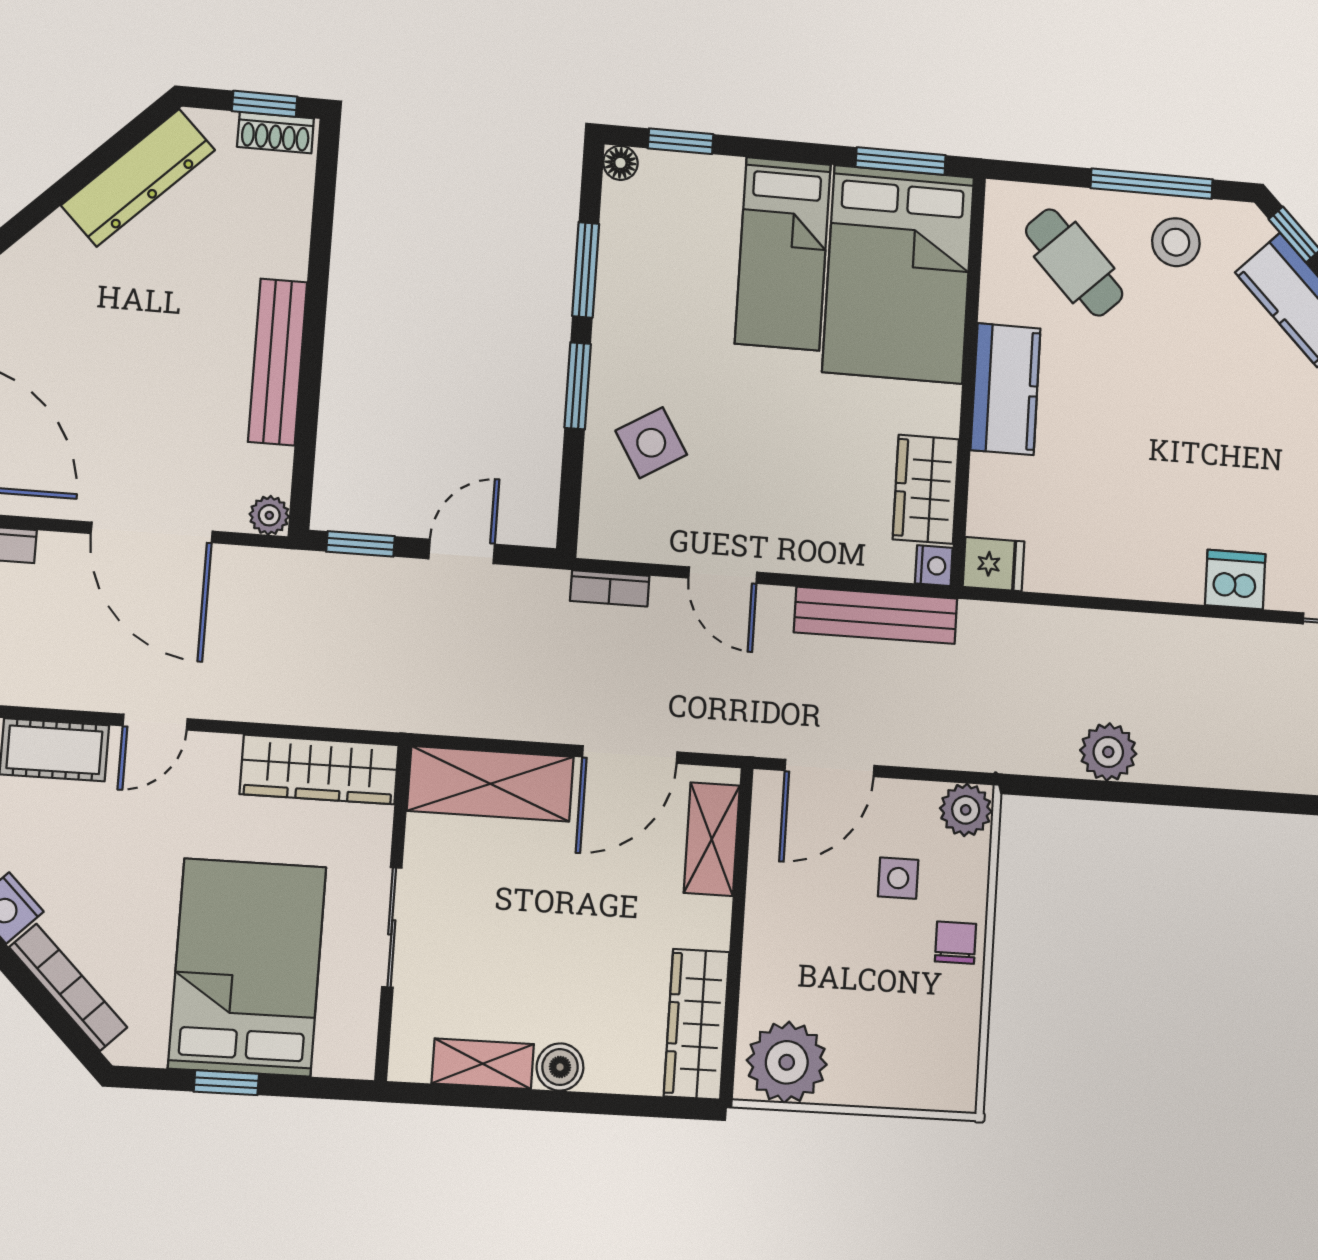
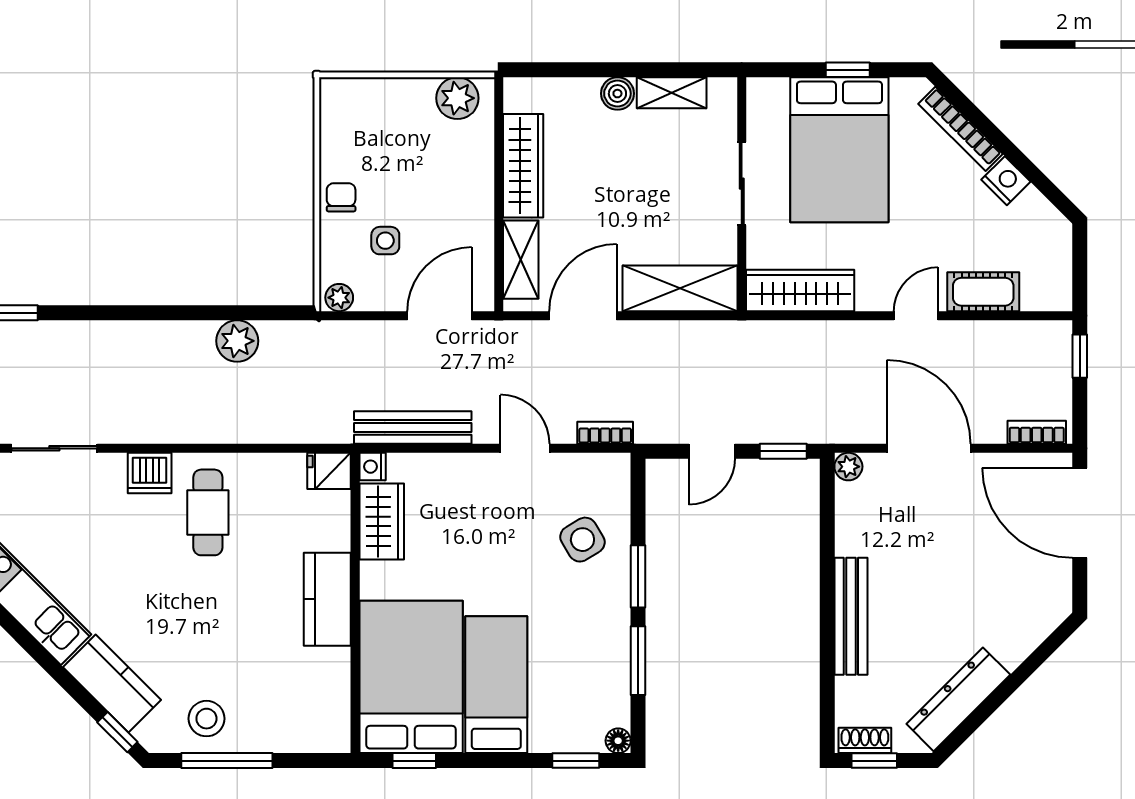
window: (901, 161) -> (414, 761), width x0.67
cafe table: (1074, 262) -> (208, 512), moved, turned 44
bench: (278, 362) -> (851, 616), moved
plant: (966, 810) -> (339, 298), width x0.73, depth x0.73
chair: (956, 943) -> (341, 197), turned 180
wardrobe: (697, 1024) -> (523, 166), moved
plant: (787, 1062) -> (457, 98), width x0.73, depth x0.73

